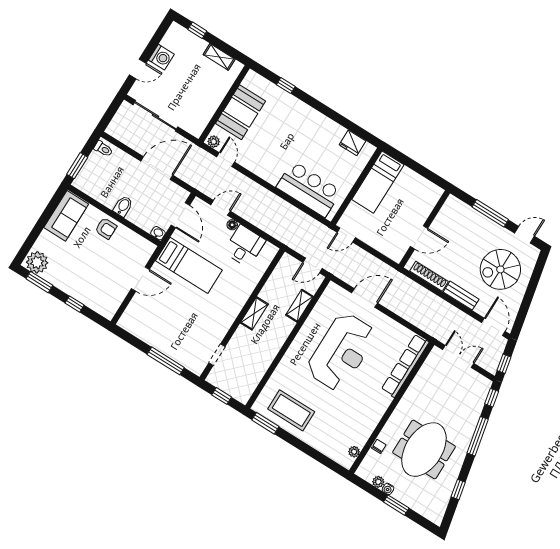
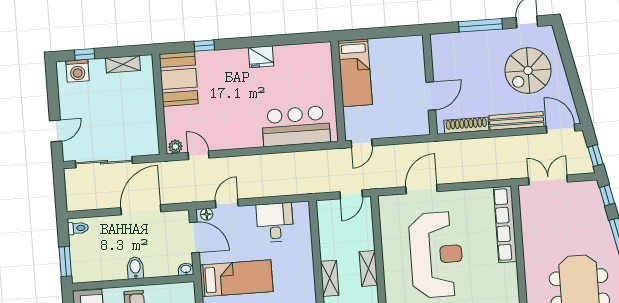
washing machine: (161, 57) -> (78, 71), moved, turned 90
booth: (240, 112) -> (179, 79), moved
fridge: (352, 143) -> (261, 57), moved
floor lamp: (232, 225) -> (207, 214), moved
bench: (461, 296) -> (517, 121), width x1.36
shelving: (299, 306) -> (368, 268), moved

